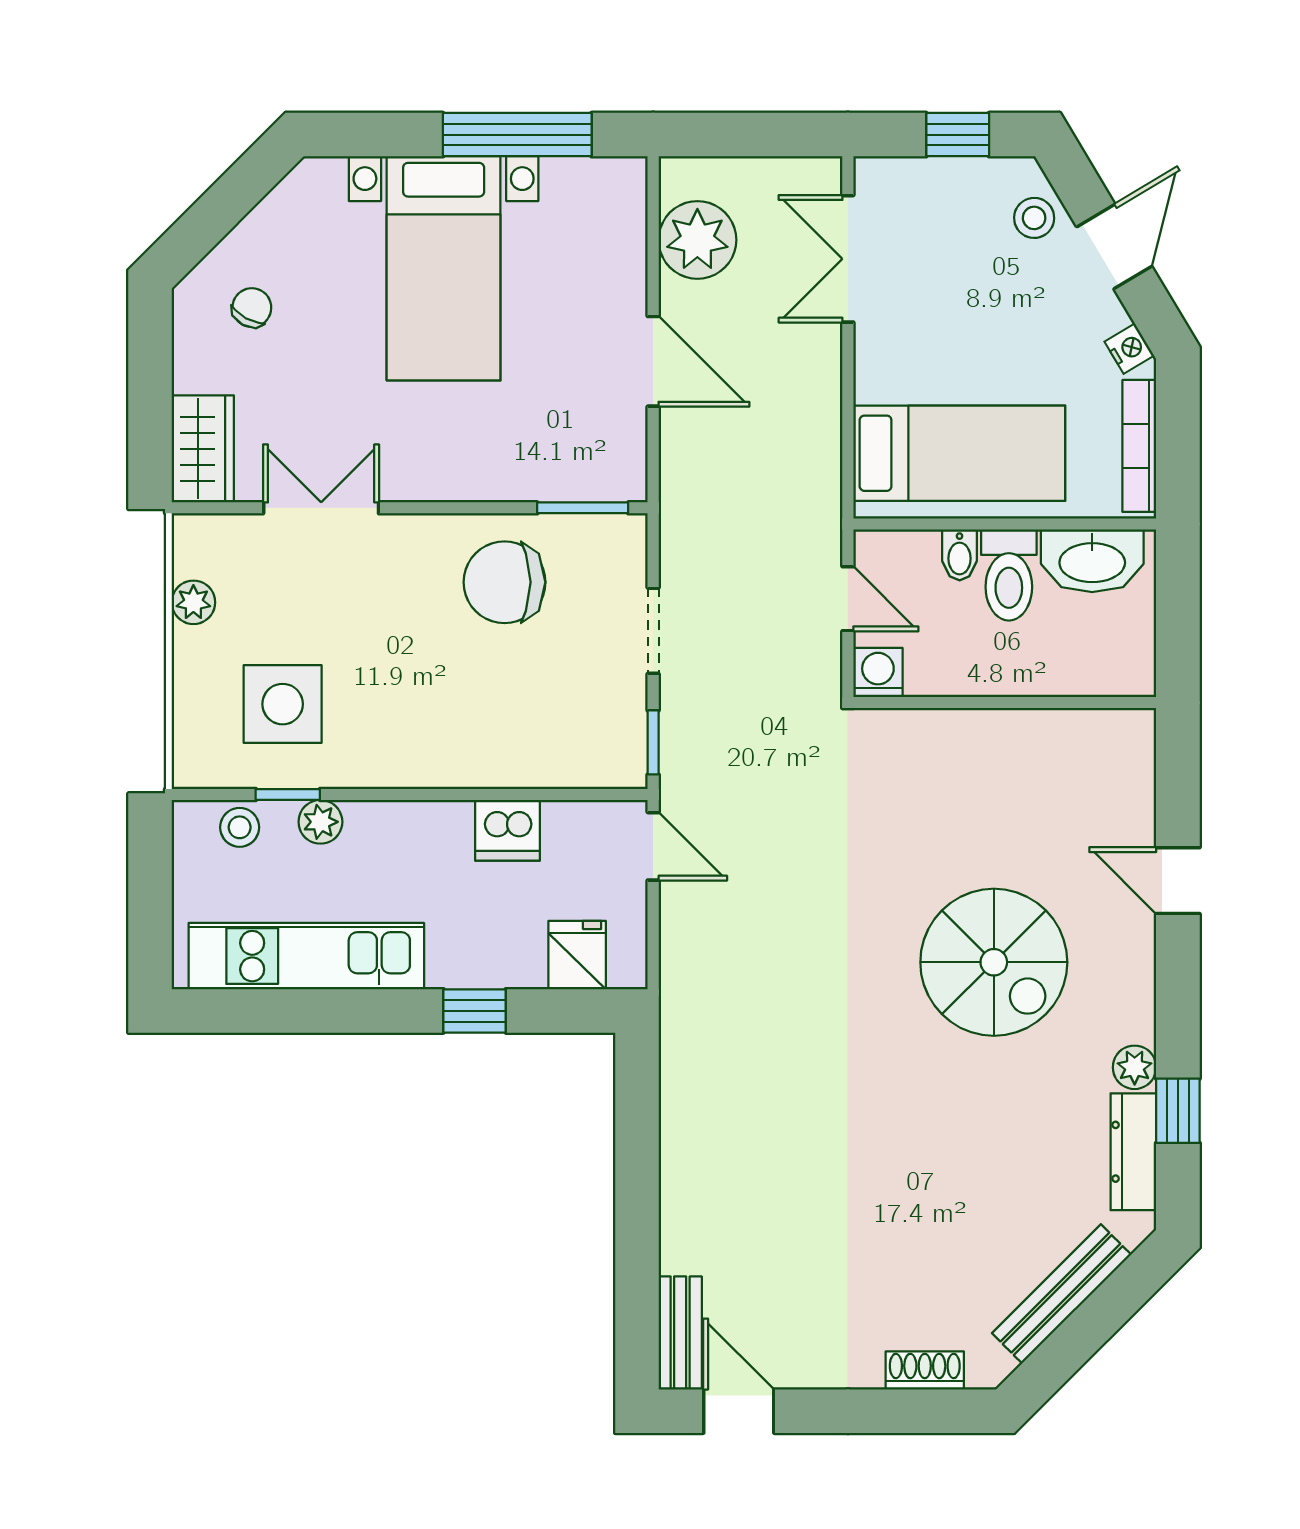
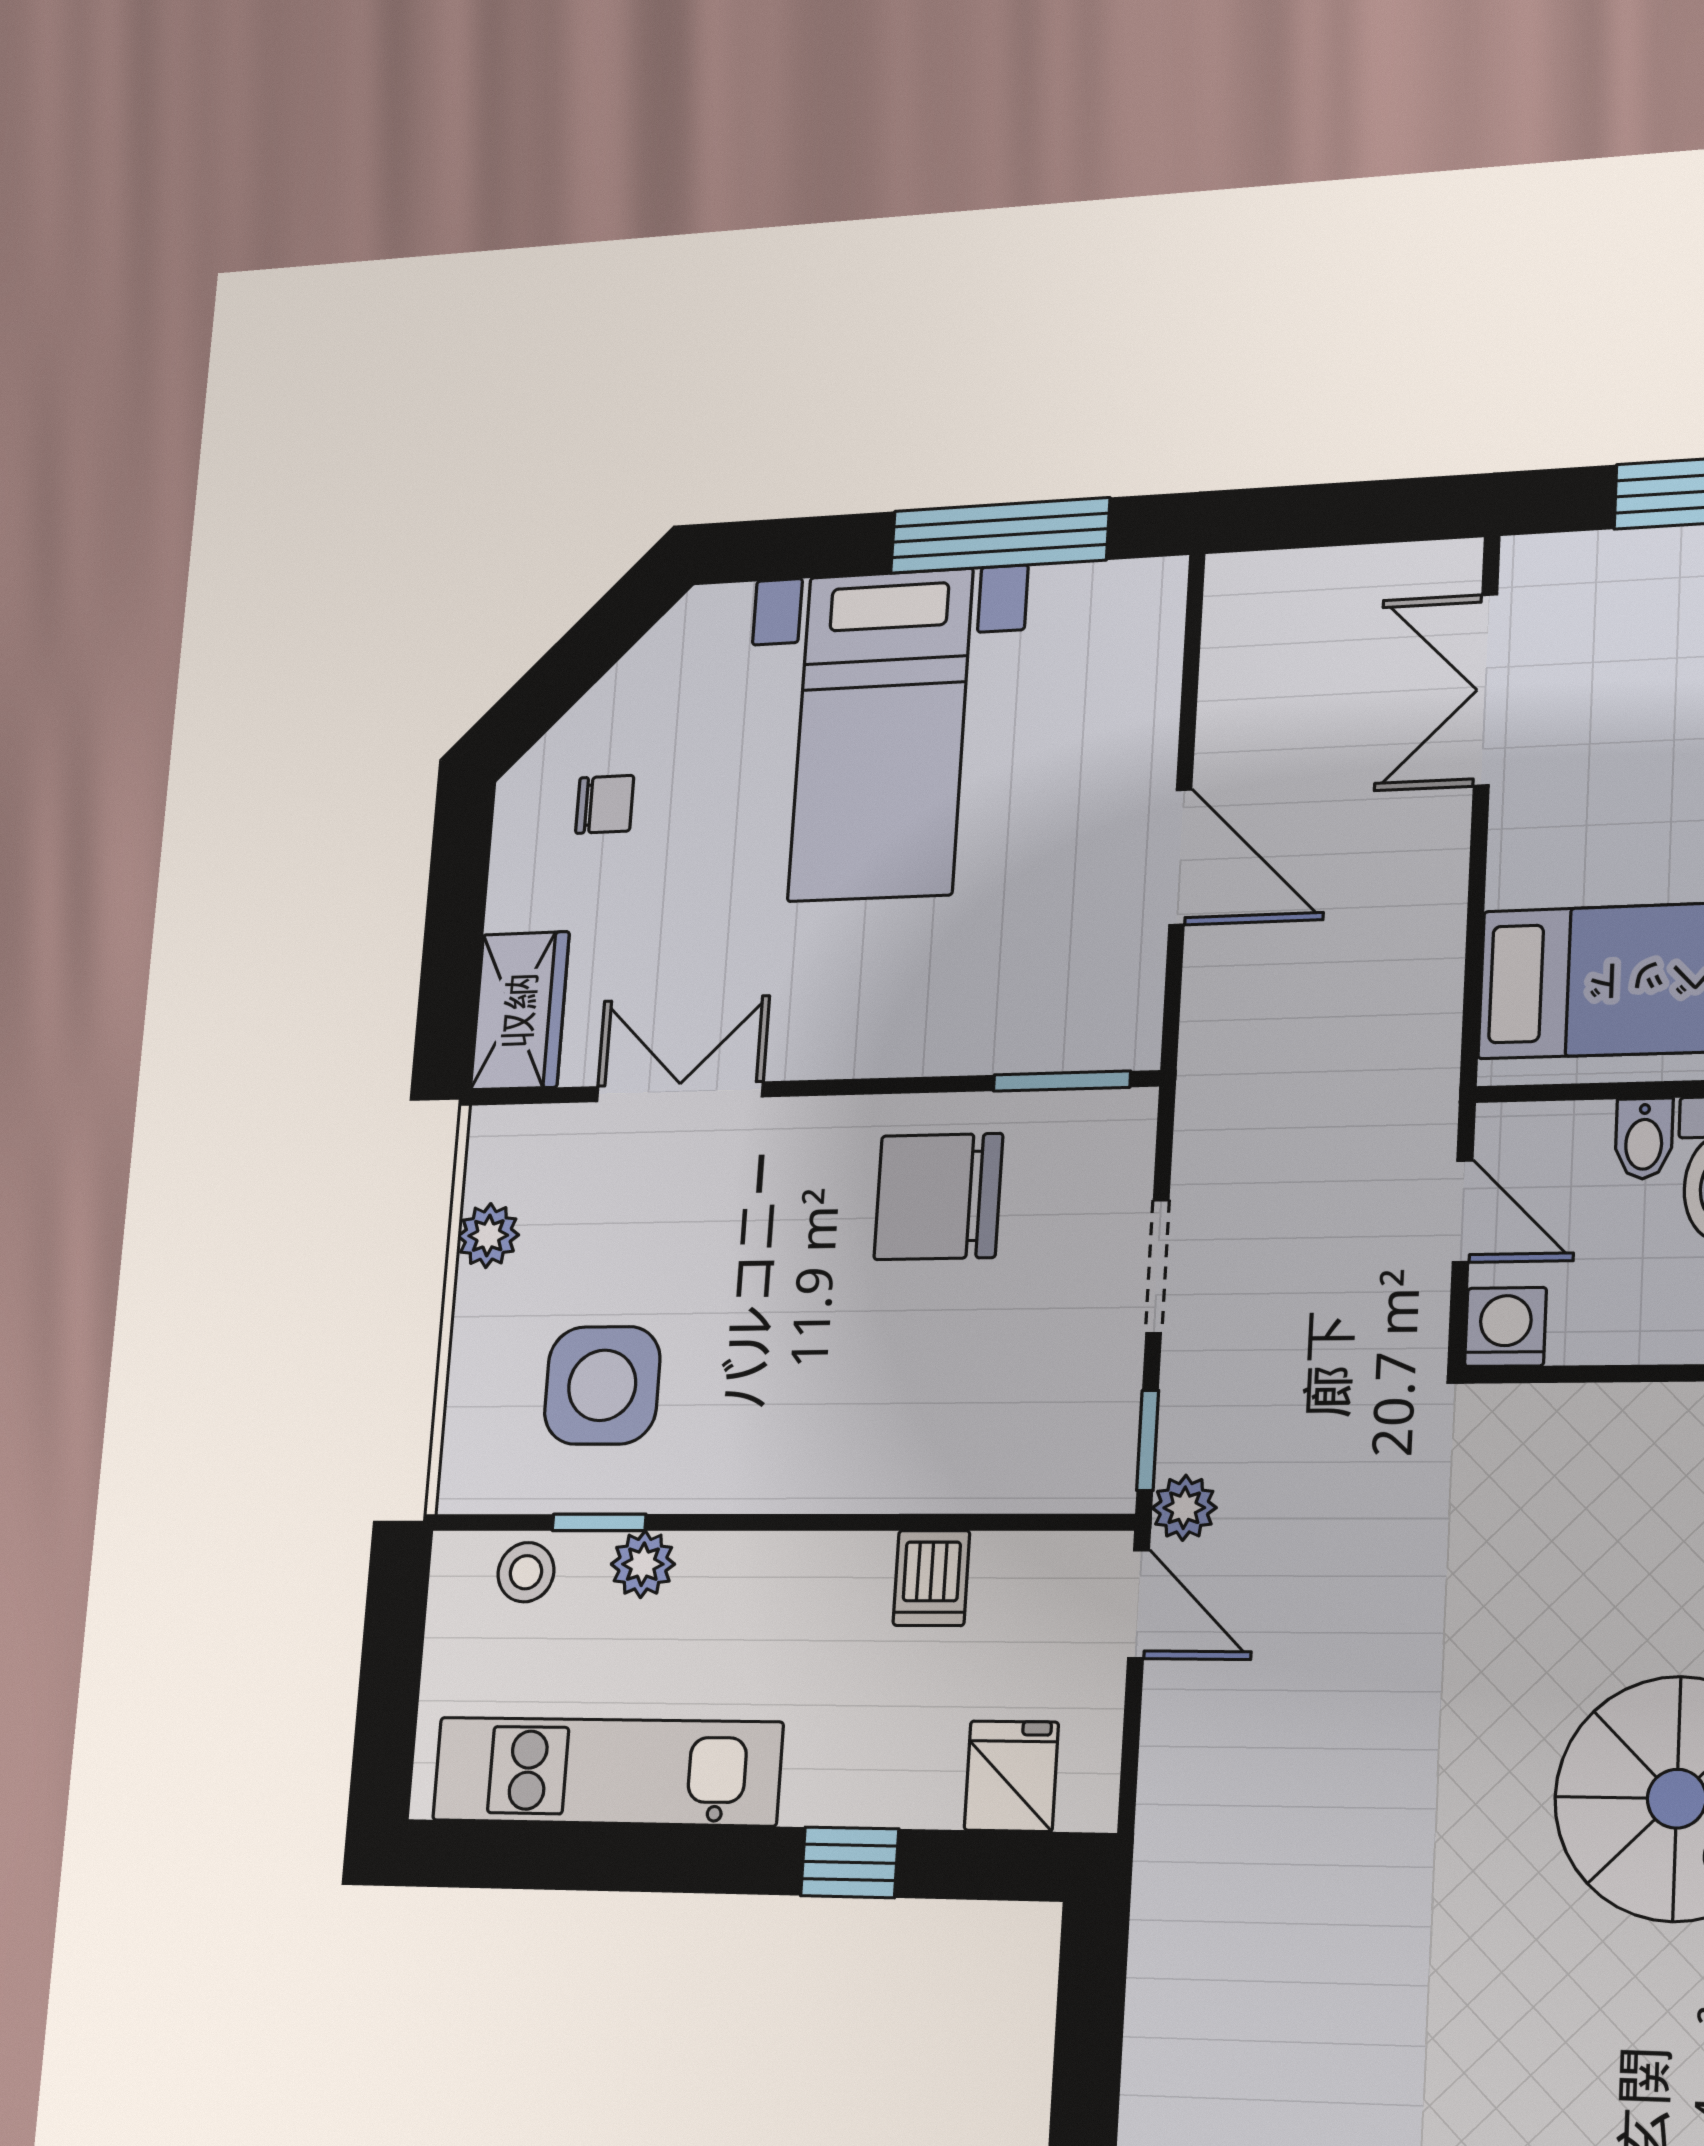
plant: (697, 240) -> (1184, 1508), moved, width x0.53, depth x0.53
chair: (252, 308) -> (605, 804), turned 61
dishwasher: (508, 830) -> (931, 1578), width x0.73

